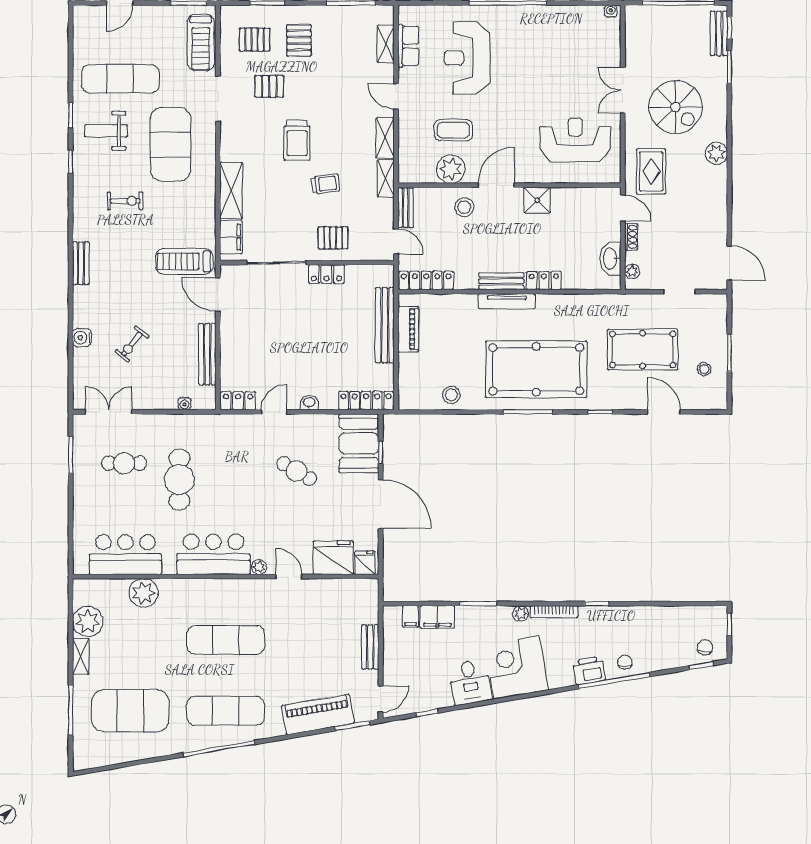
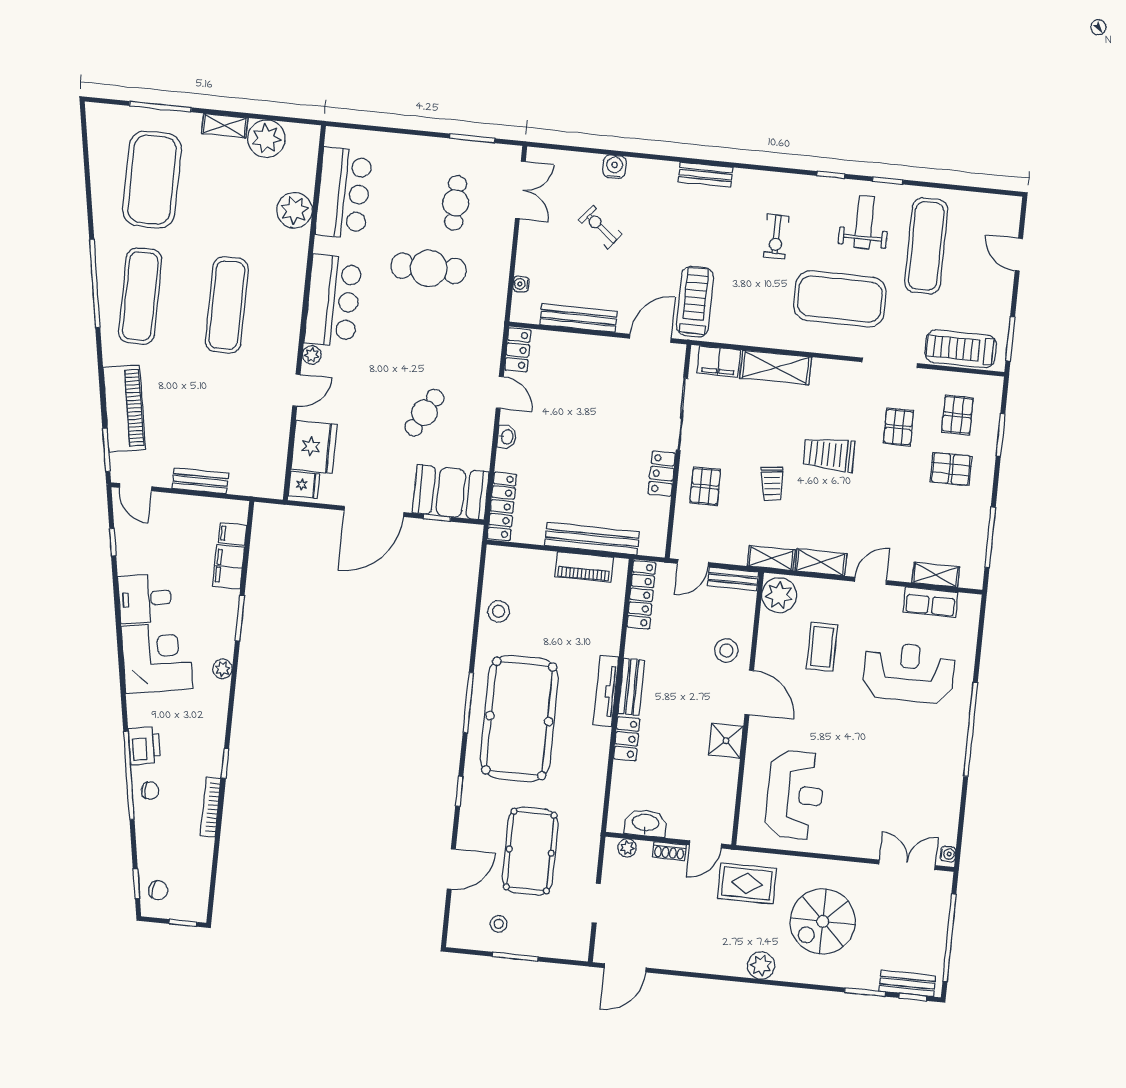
double door: (623, 90) -> (907, 865), moved
plant: (451, 169) -> (779, 595), moved
bookcase: (554, 612) -> (211, 807), moved

